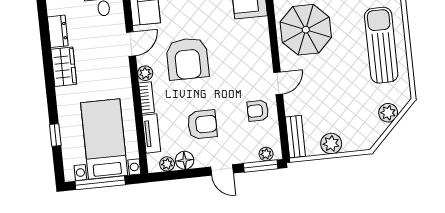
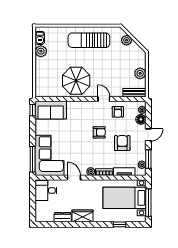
armchair: (187, 59) -> (99, 132), moved, width x0.53, depth x0.53
floor lamp: (185, 160) -> (141, 119), moved
window: (261, 166) -> (148, 159), moved

